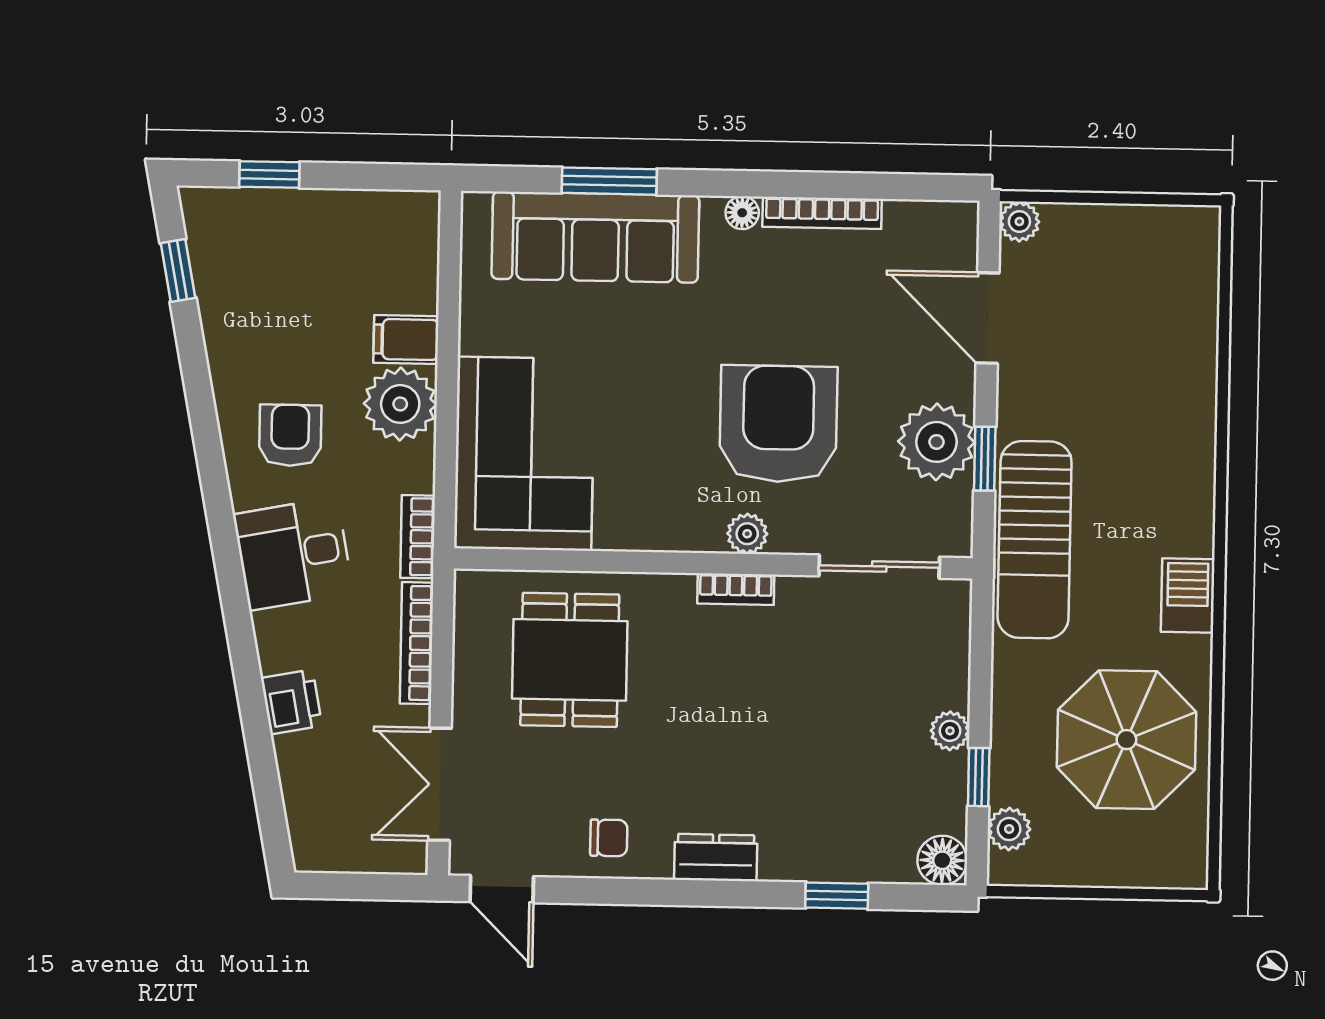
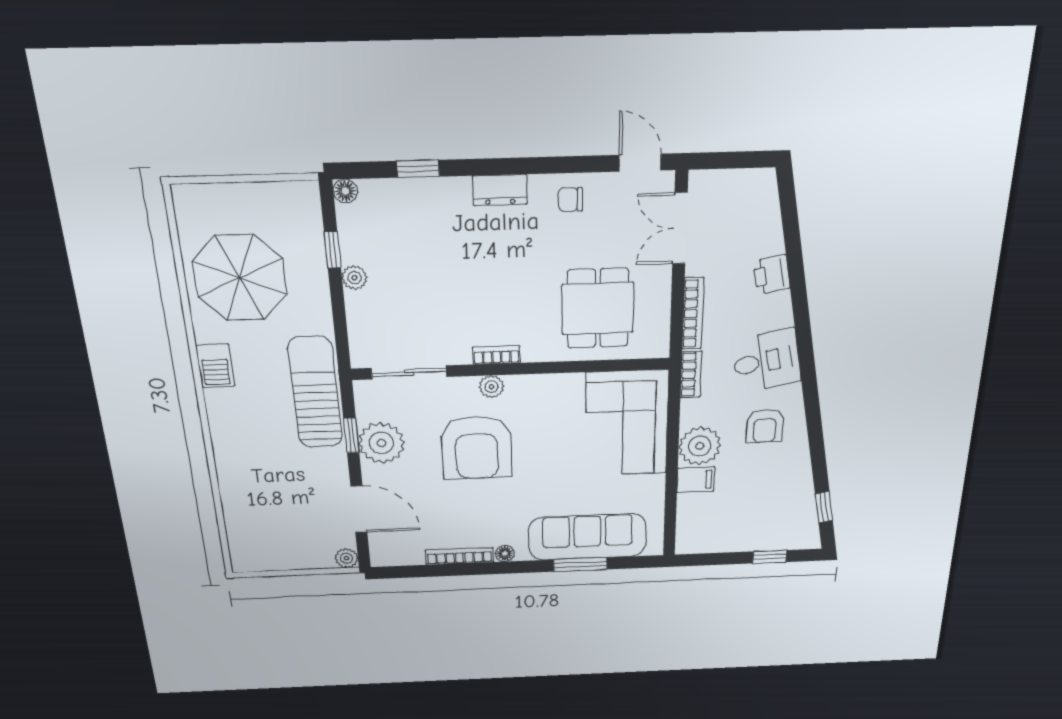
double door: (440, 784) -> (680, 228), swing flipped
plant: (1009, 829) -> (308, 218), removed
floor lamp: (942, 860) -> (345, 191), width x0.73, depth x0.73

